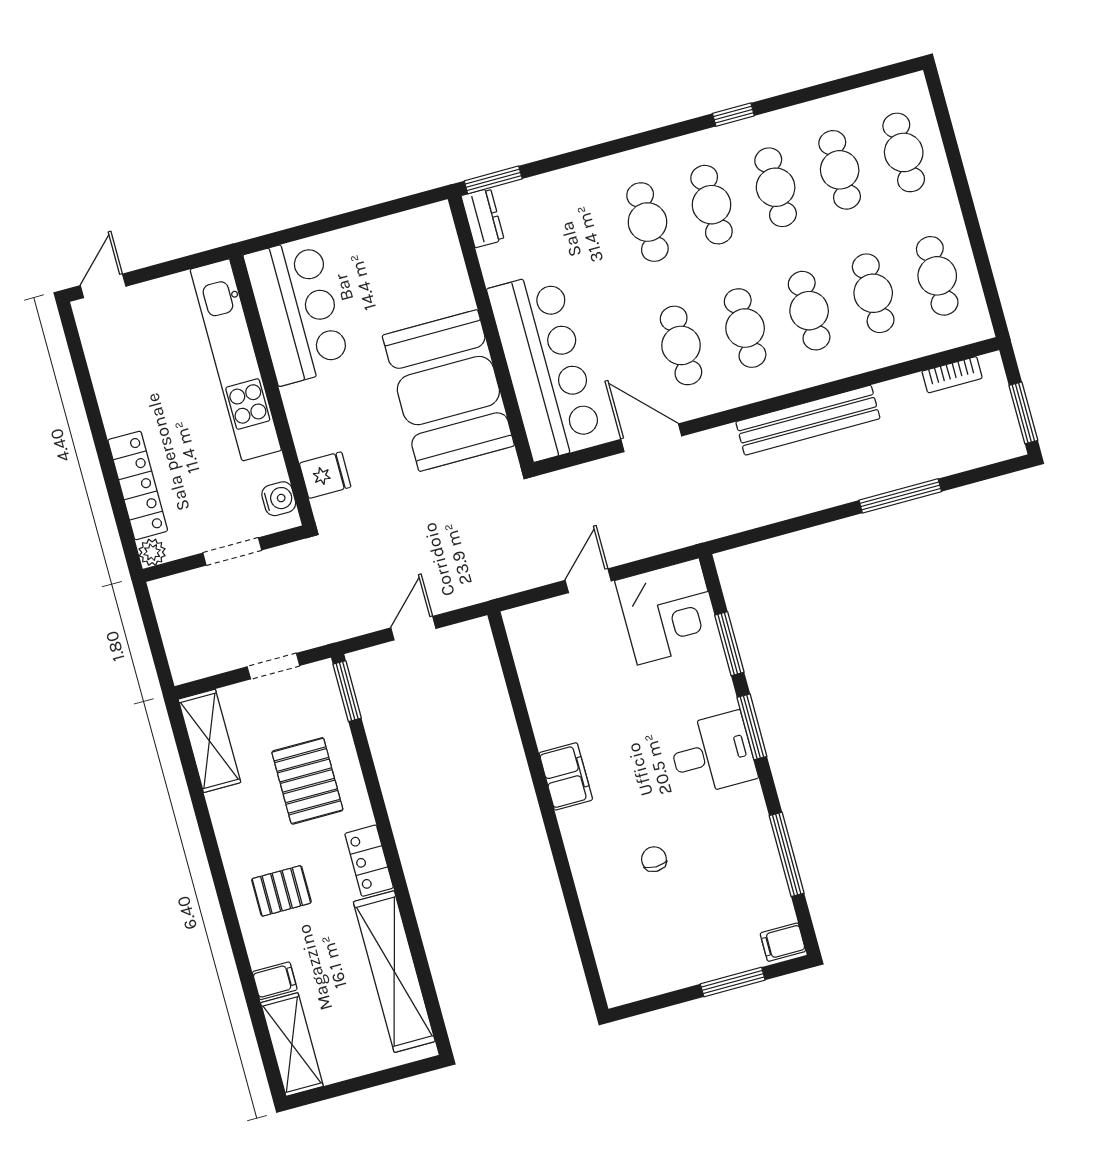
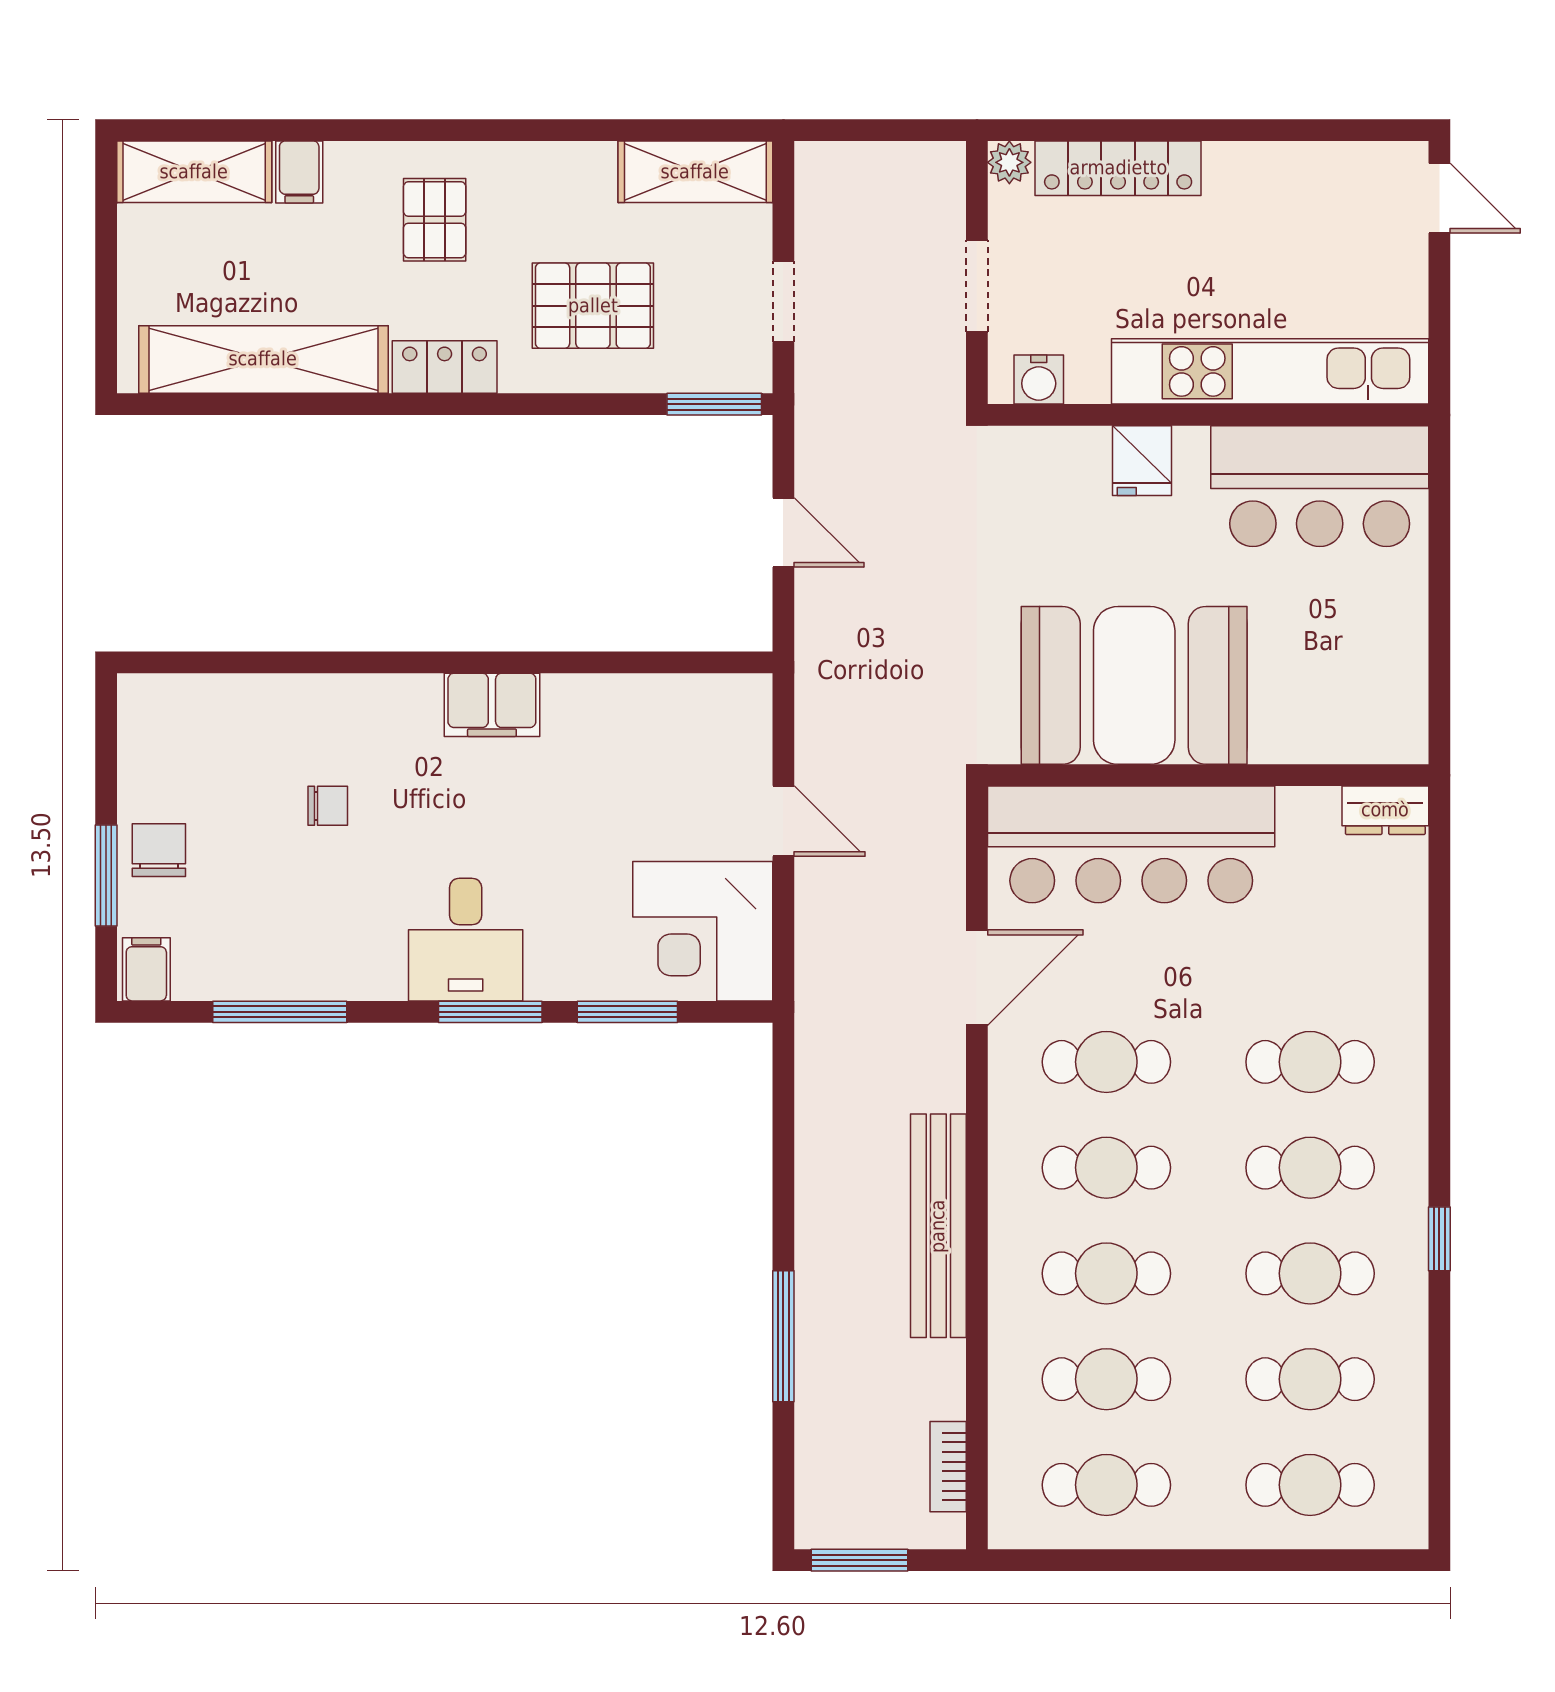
window: (493, 180) -> (1439, 842), removed
fridge: (325, 475) -> (1142, 461), moved
chair: (709, 954) -> (159, 850), added

